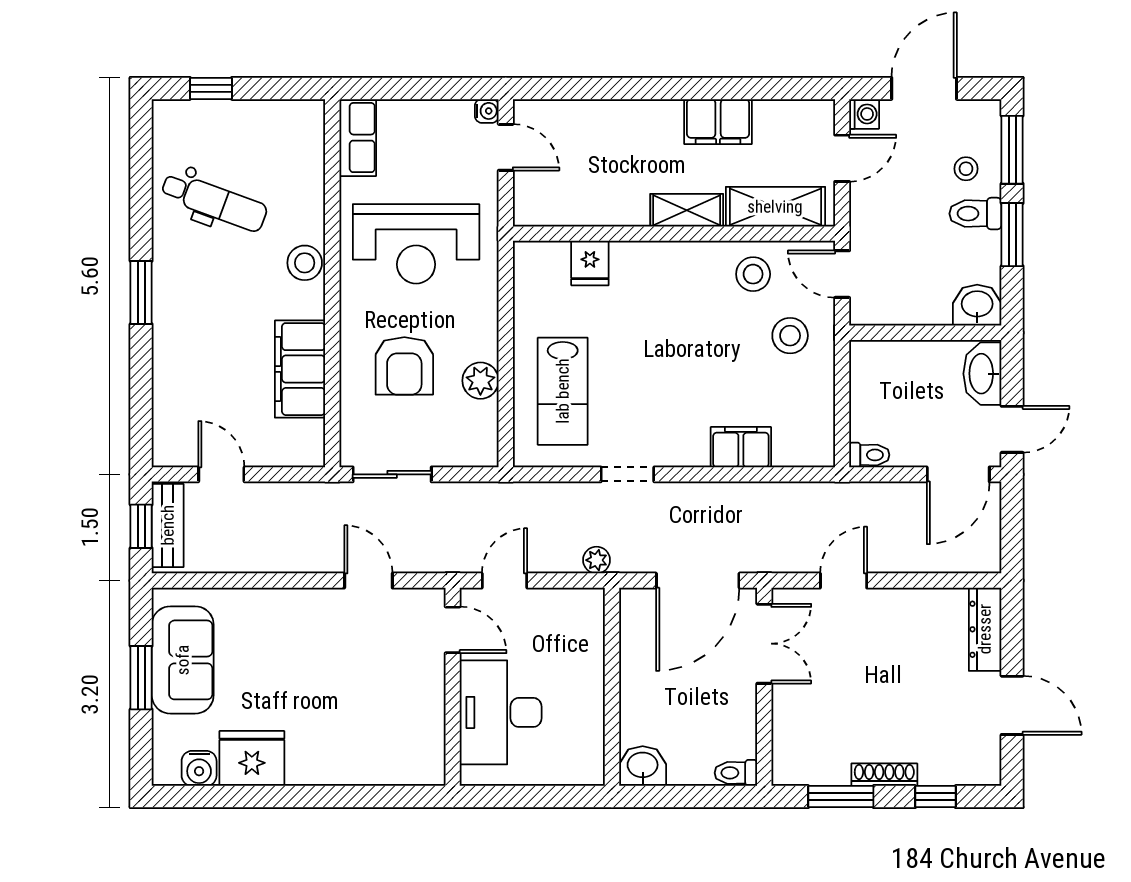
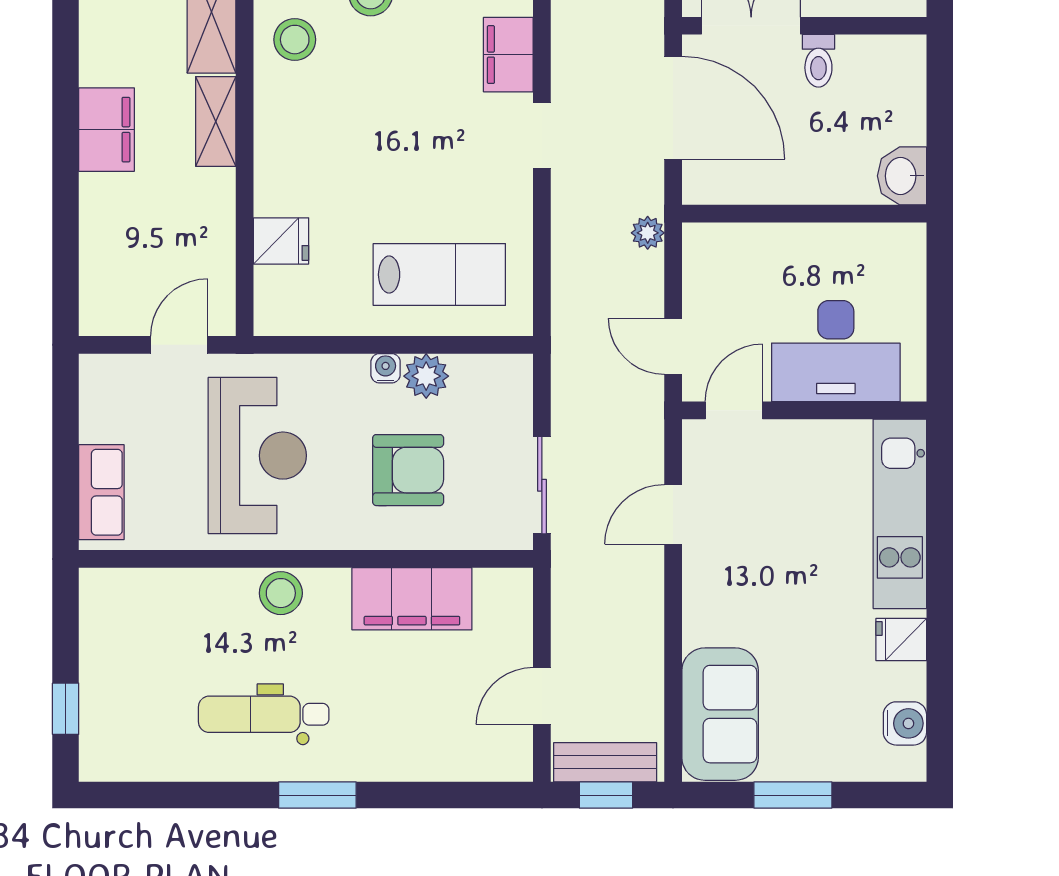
water cooler: (487, 111) -> (386, 368), moved
filing cabinet: (718, 122) -> (106, 130), moved
row of seats: (358, 138) -> (101, 492), moved, turned 90
door: (506, 147) -> (179, 345), moved
dental chair: (214, 202) -> (264, 714), moved, turned -110
doorway: (627, 474) -> (542, 136), moved
sofa: (183, 660) -> (720, 714), moved, turned 90
fridge: (252, 758) -> (901, 639), width x0.53, depth x0.75
kitchen unit: (369, 764) -> (900, 514), added
toilet: (736, 773) -> (818, 61), moved

